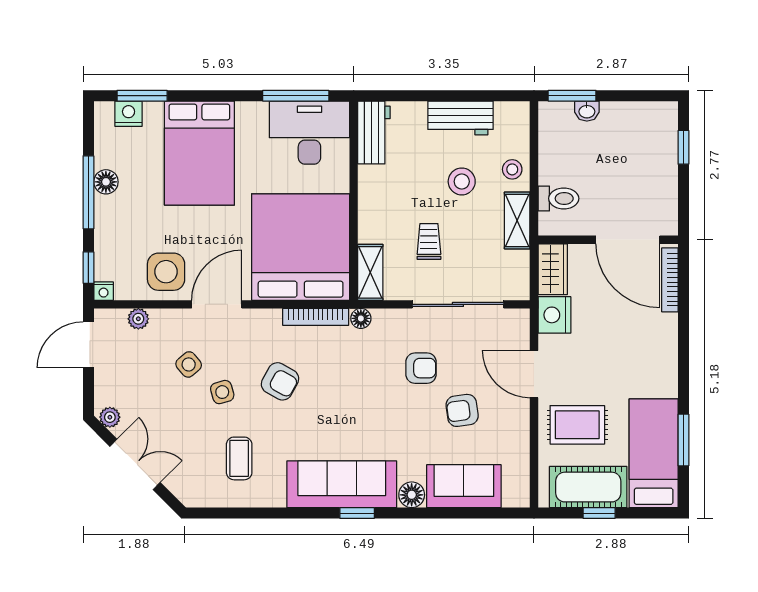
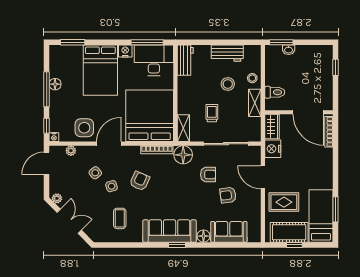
nightstand: (129, 114) -> (125, 51), moved
floor lamp: (361, 318) -> (183, 155), width x1.89, depth x1.89
armchair: (280, 381) -> (140, 181), turned -95

